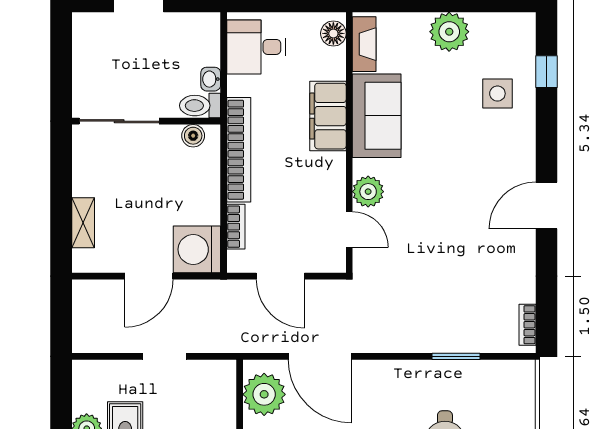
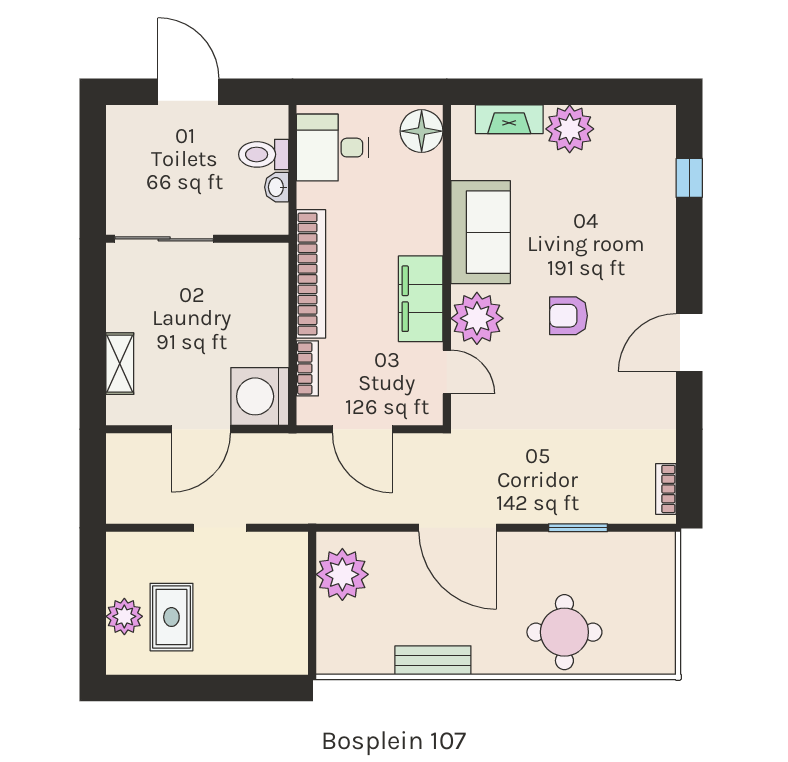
floor lamp: (333, 33) -> (422, 131), width x1.38, depth x1.38
fireplace: (364, 44) -> (509, 119), moved, turned 90
side table: (497, 94) -> (629, 205), removed
toilet: (200, 106) -> (264, 154), moved
filing cabinet: (328, 116) -> (421, 299), moved
boiler: (193, 136) -> (255, 257), removed
armchair: (448, 184) -> (569, 316), added
plant: (368, 192) -> (477, 318), width x1.36, depth x1.36
door: (320, 356) -> (458, 528), moved

